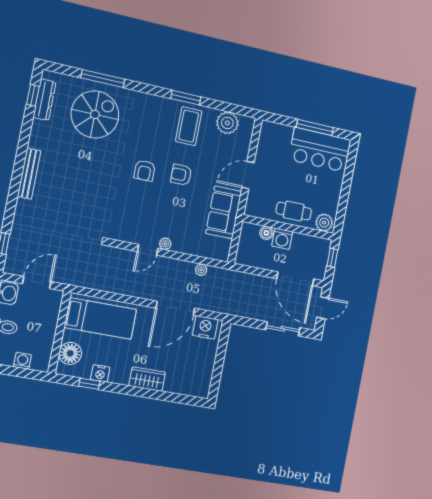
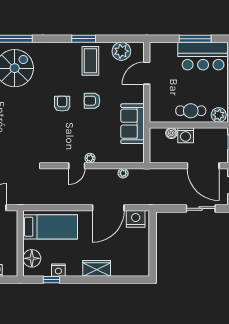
armchair: (145, 171) -> (62, 104), turned 180
door: (248, 175) -> (147, 73), moved

